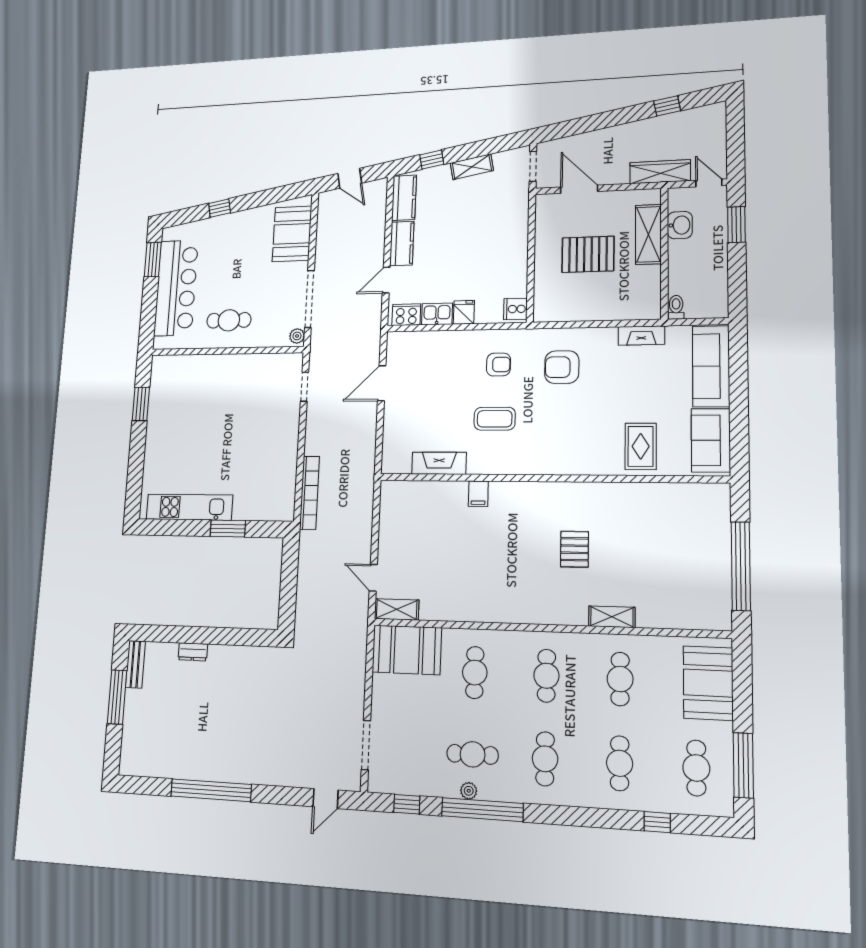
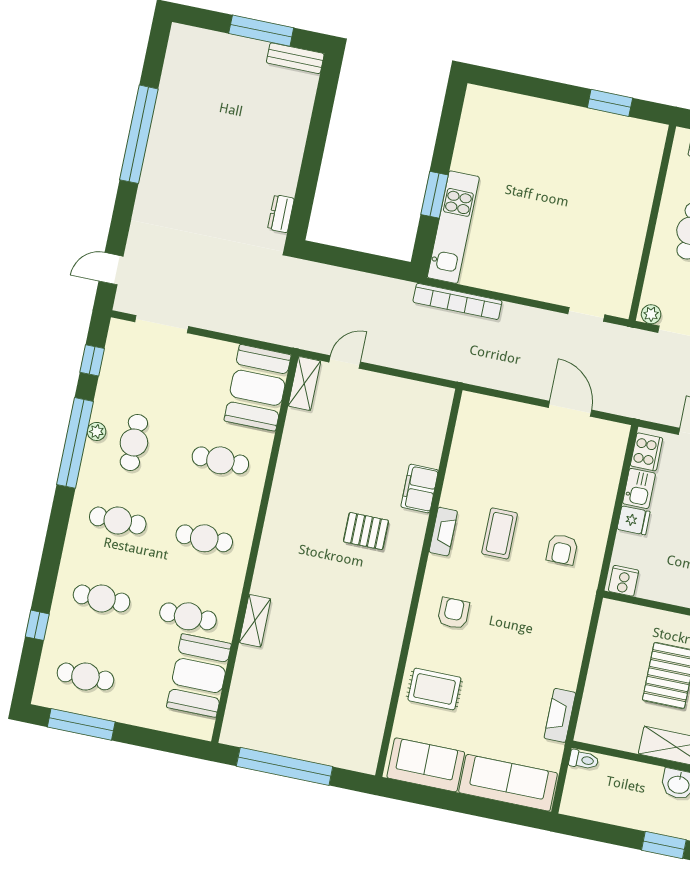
armchair: (562, 367) -> (453, 613), moved, width x0.72, depth x0.72
fireplace: (439, 463) -> (443, 532), moved, width x0.73, depth x0.76
filing cabinet: (478, 494) -> (420, 488), width x2.00
kitchen unit: (189, 507) -> (453, 227), moved
pallet: (574, 549) -> (366, 531), moved
dresser: (193, 652) -> (281, 214), moved
booth: (708, 683) -> (199, 676), moved, turned 90
door: (326, 798) -> (111, 269), hinge flipped

